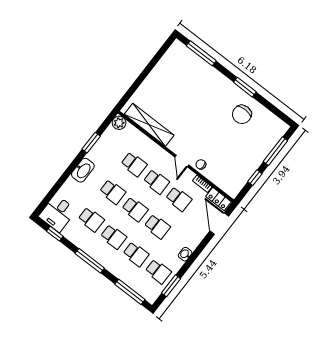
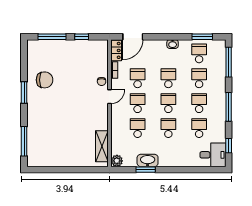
shelving: (149, 125) -> (102, 146), width x0.68
washbasin: (83, 170) -> (148, 160), moved

